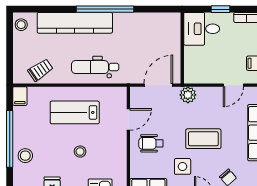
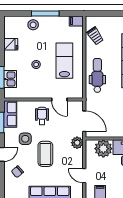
plant: (196, 59) -> (103, 149), added
window: (10, 139) -> (45, 14), width x0.68

